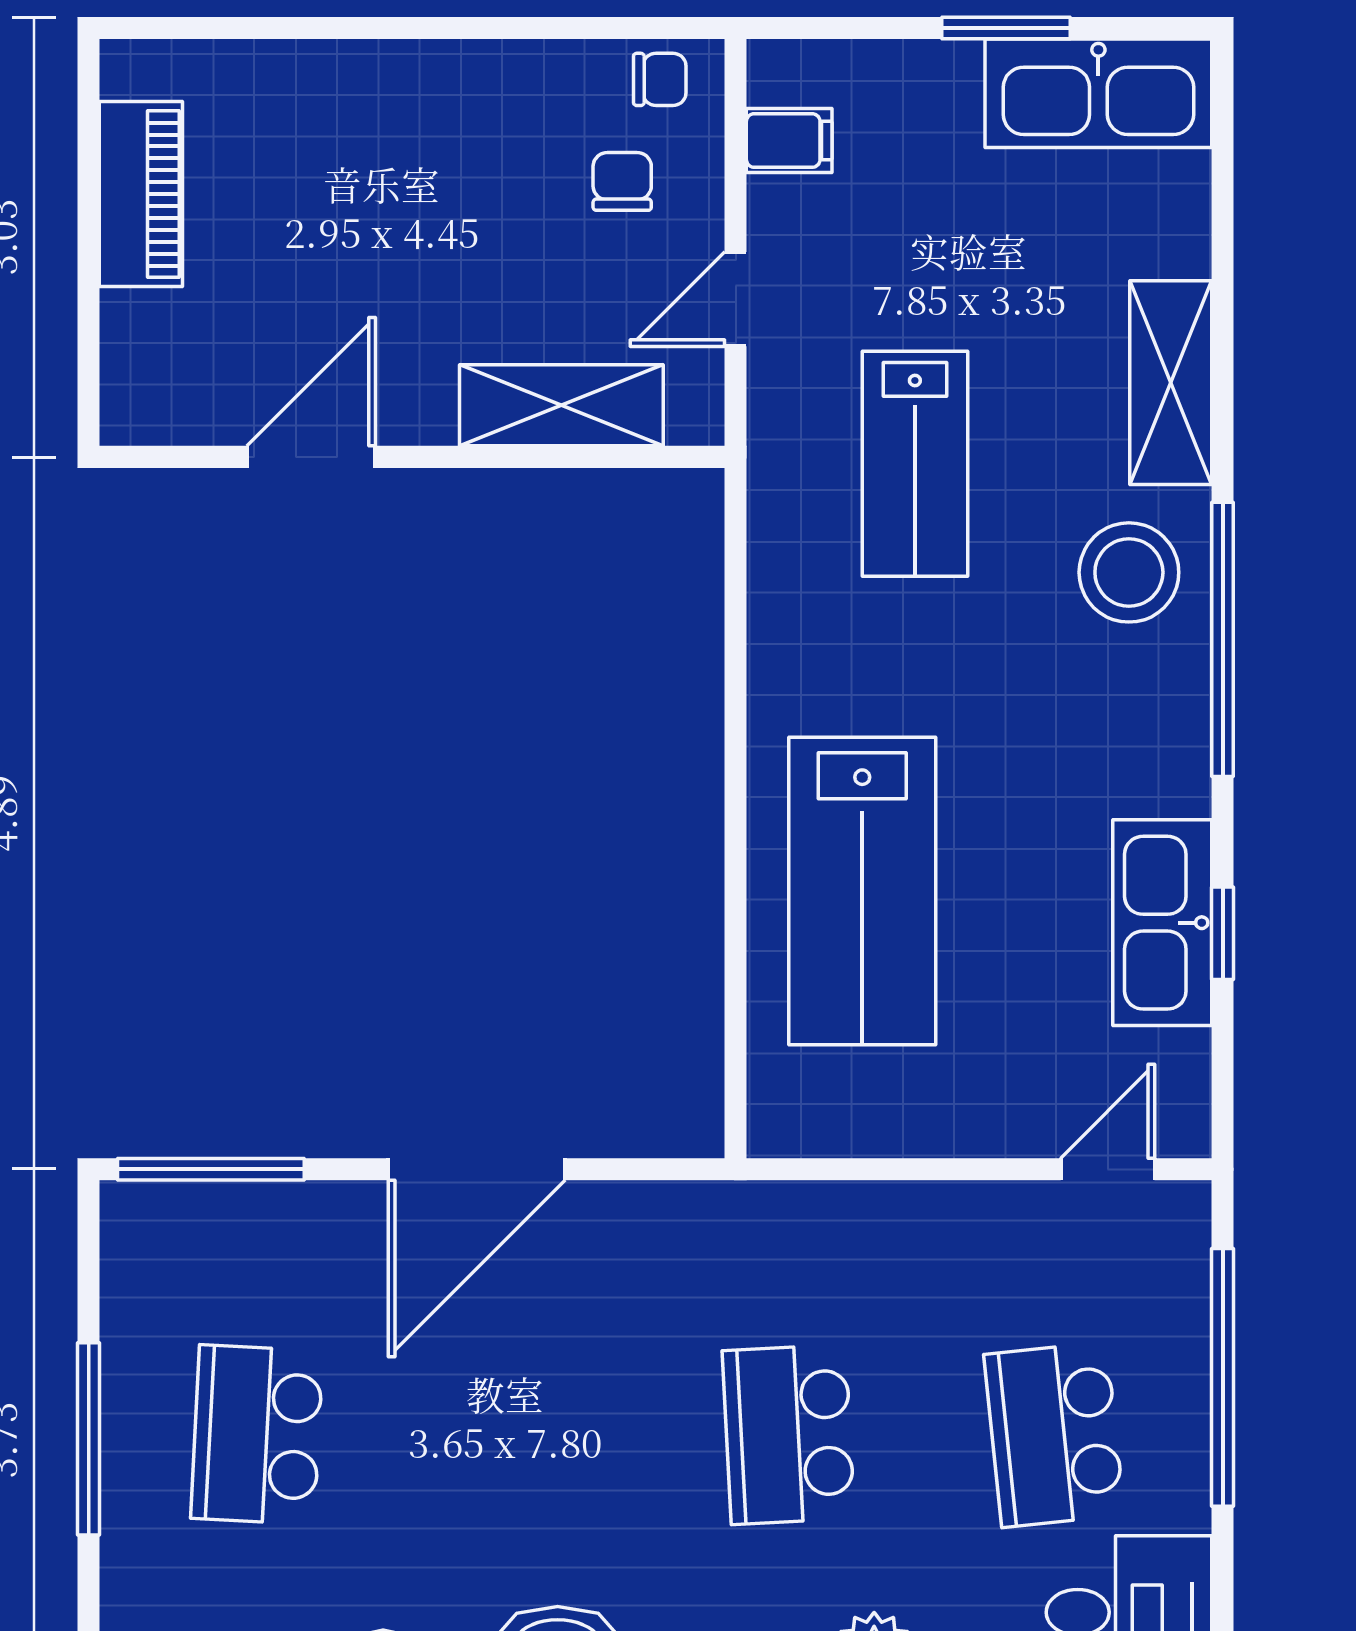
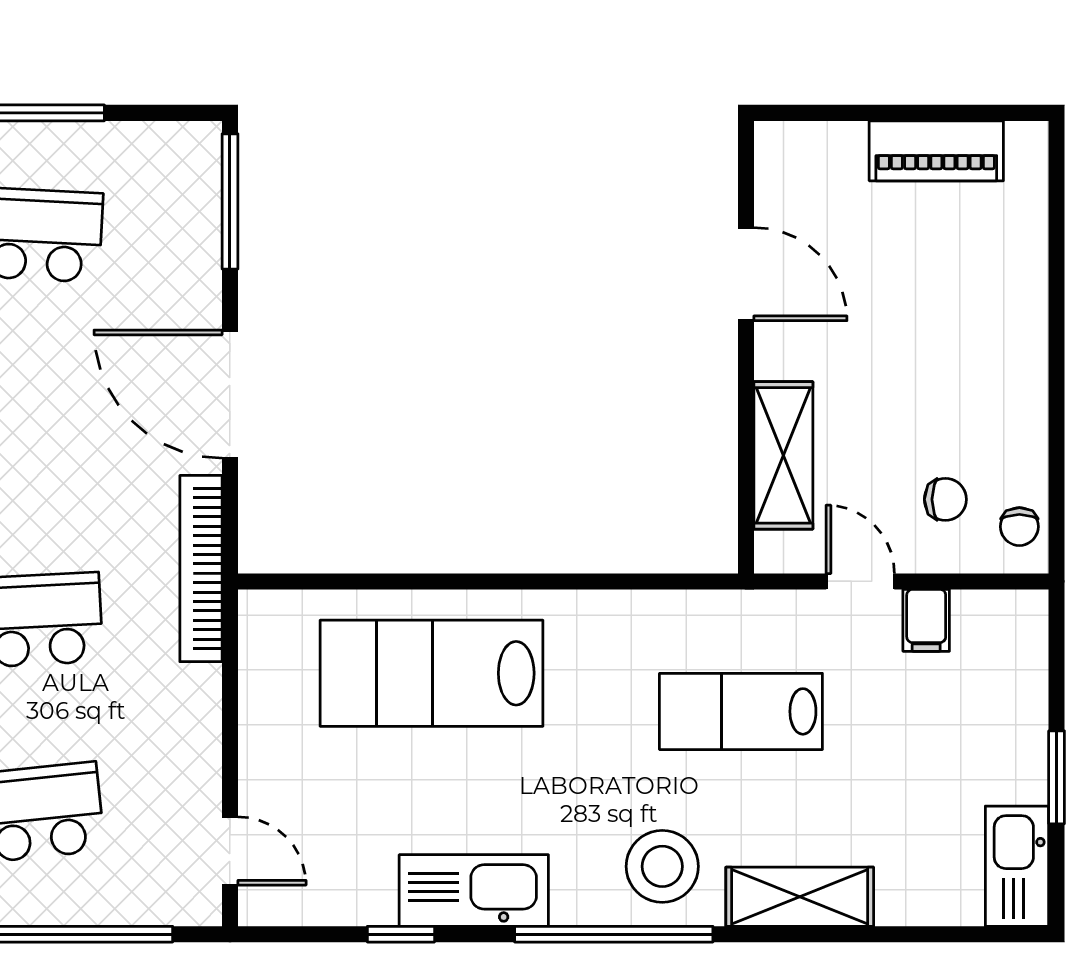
kitchen sink: (1098, 93) -> (1017, 866), width x0.73, depth x0.81
filing cabinet: (789, 141) -> (926, 620), moved
kitchen sink: (1162, 923) -> (474, 890), moved
bookcase: (718, 1209) -> (201, 569), added

